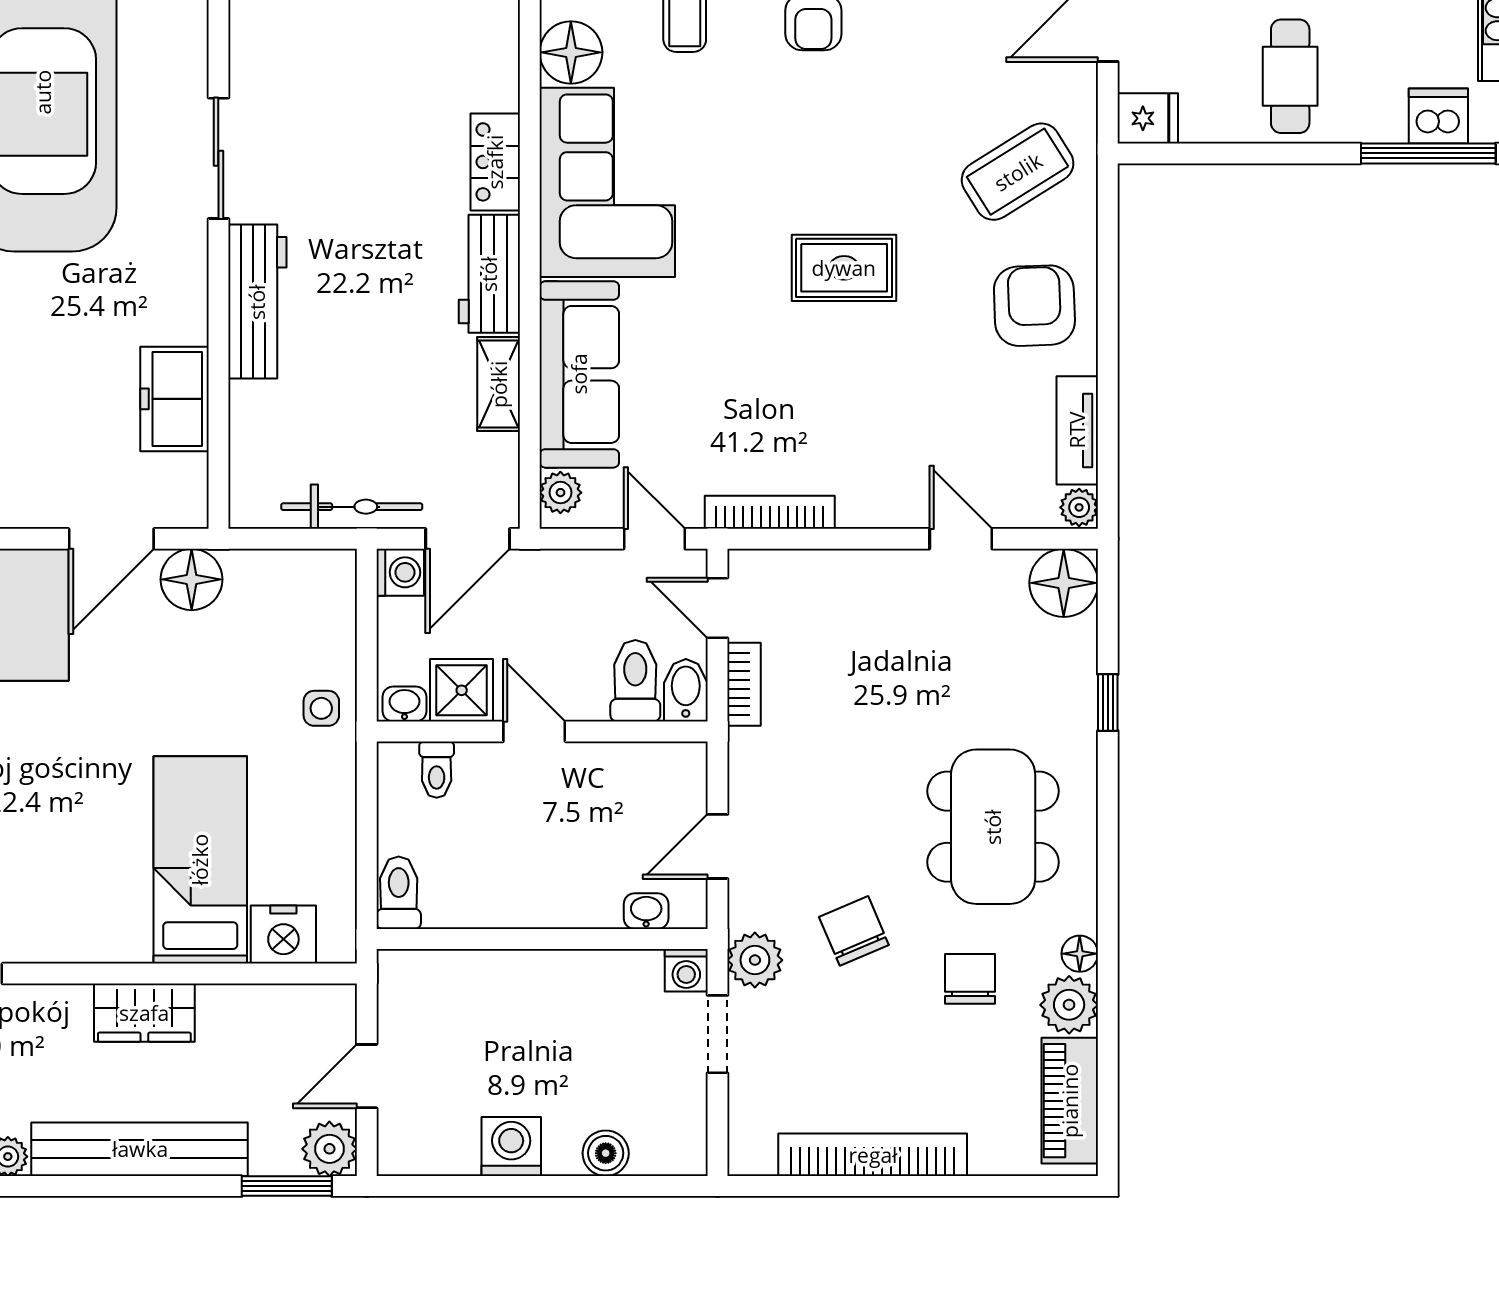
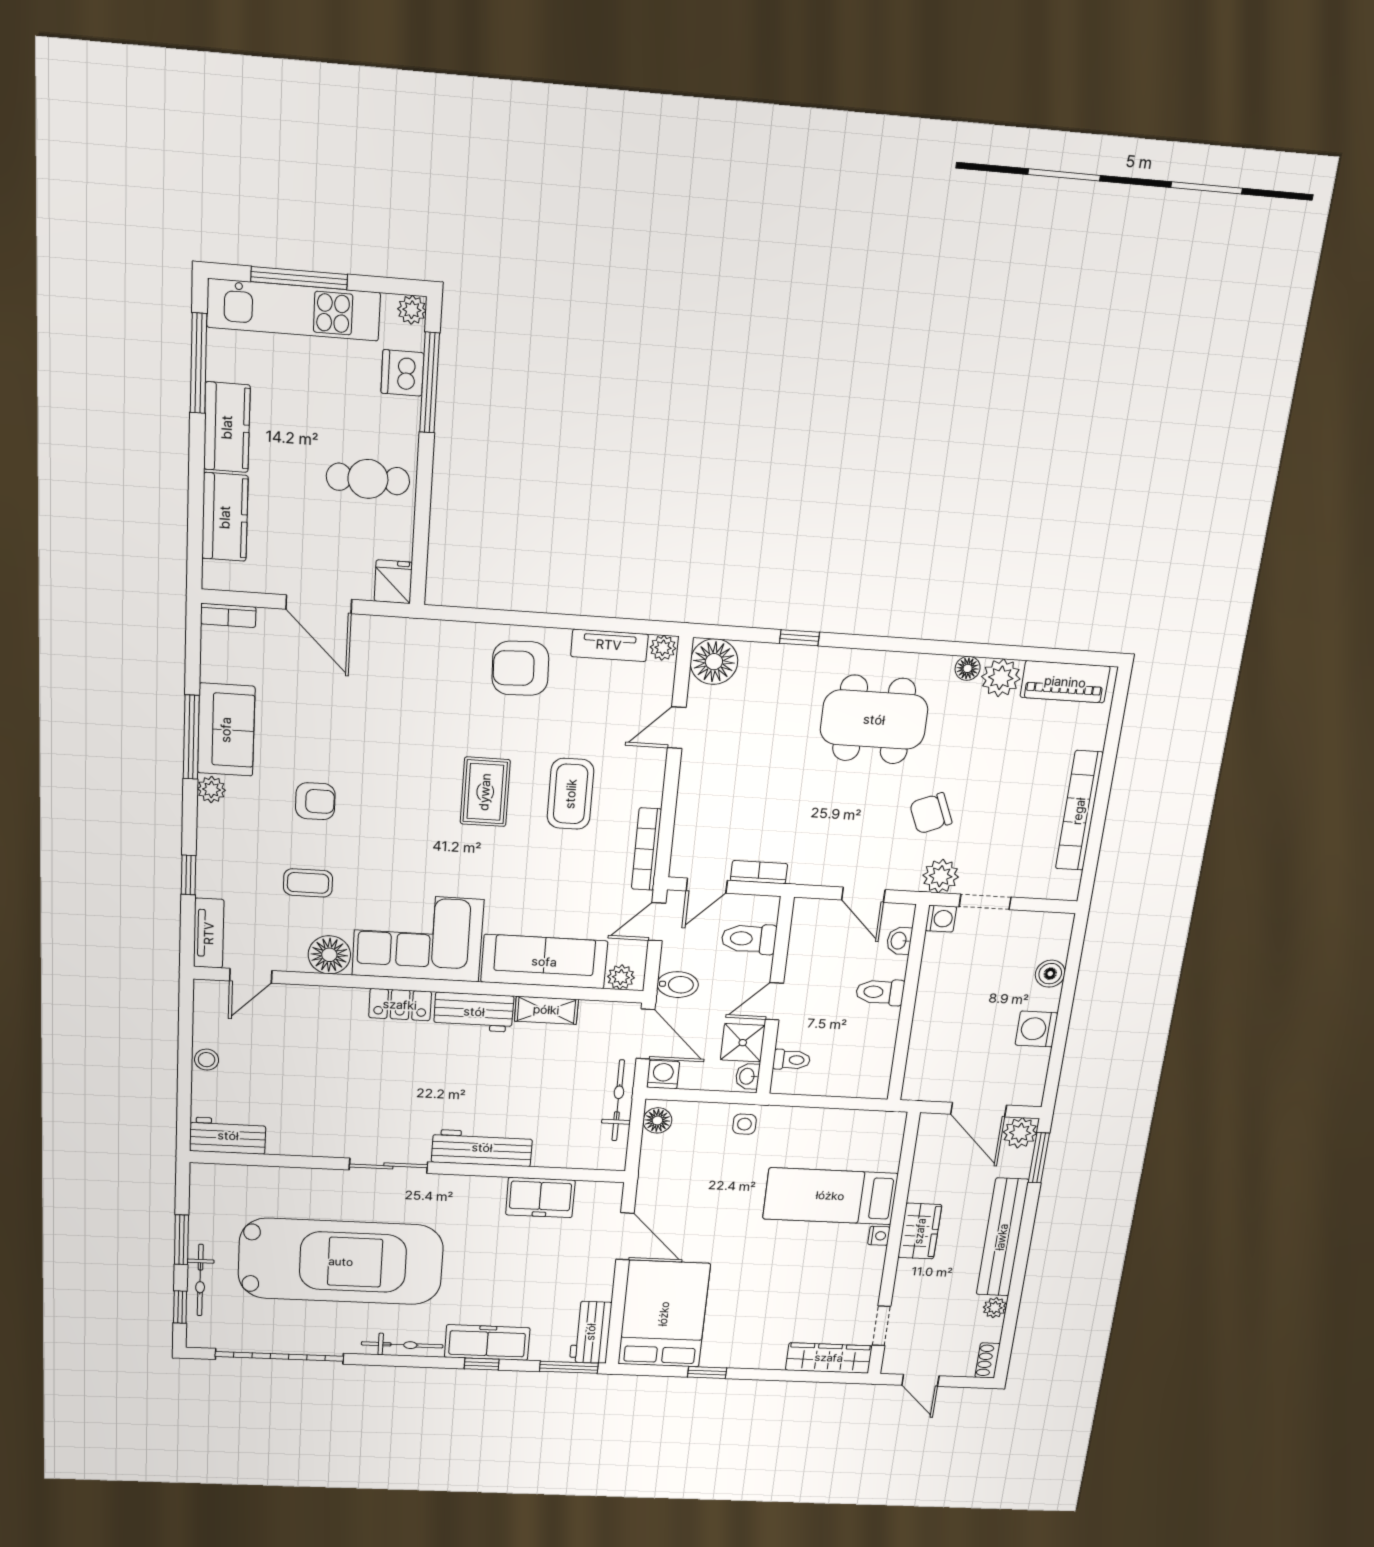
coffee table: (1018, 172) -> (571, 794), moved, turned 32
floor lamp: (192, 579) -> (657, 1120), moved, width x0.73, depth x0.73
bidet: (686, 690) -> (678, 985), moved, turned 180
toilet: (399, 893) -> (880, 992), moved
nightstand: (283, 935) -> (879, 1236), moved, width x0.53, depth x0.56
chair: (970, 979) -> (974, 741), removed
door: (367, 1076) -> (979, 1110), width x1.38

